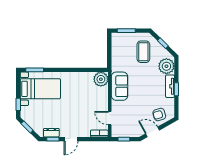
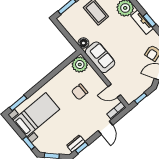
floor lamp: (116, 66) -> (83, 43), added
chair: (85, 98) -> (80, 92), added
door: (71, 139) -> (105, 128), moved

